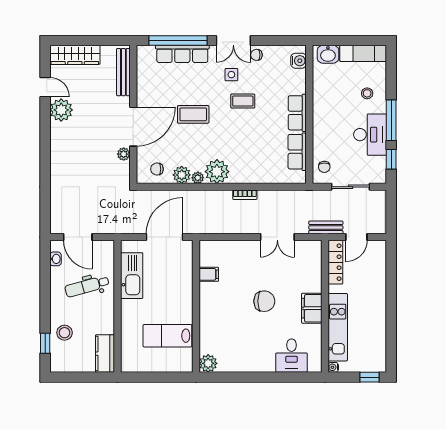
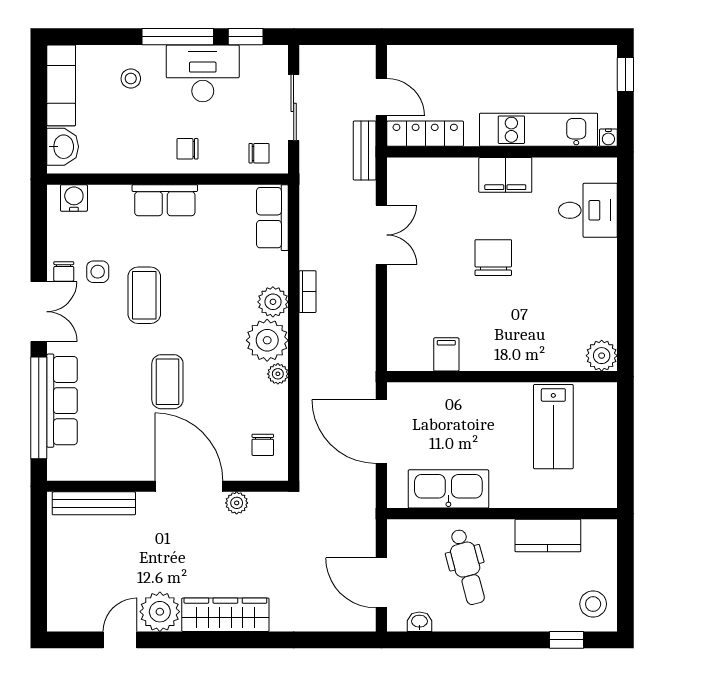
wardrobe: (75, 55) -> (225, 615), moved, turned -90
side table: (231, 75) -> (98, 272), moved
coffee table: (243, 101) -> (144, 295), width x1.36, depth x1.30
chair: (327, 126) -> (187, 149), added
row of seats: (297, 152) -> (272, 218), moved, turned 90
plant: (182, 175) -> (273, 302), moved
door: (78, 237) -> (381, 583), swing flipped
stool: (65, 333) -> (593, 604), moved
kitchen counter: (105, 354) -> (548, 536), moved

